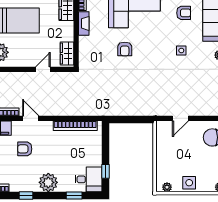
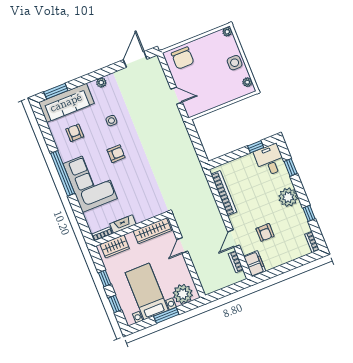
armchair: (125, 49) -> (116, 154), moved
wardrobe: (67, 54) -> (152, 231), width x1.50
door: (43, 69) -> (182, 245), hinge flipped

